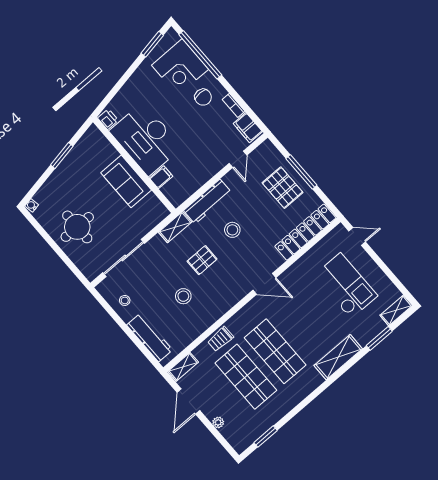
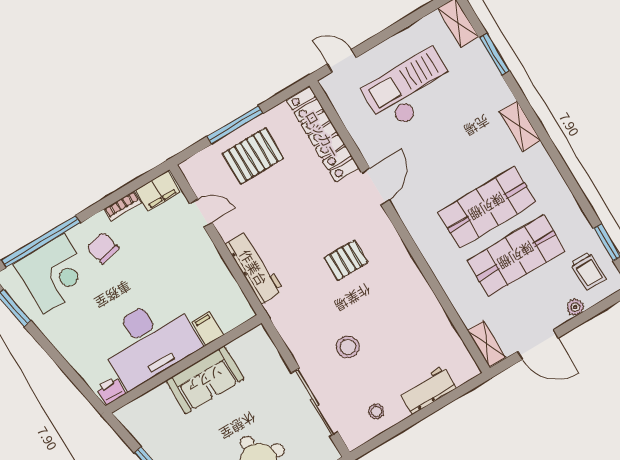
chair: (203, 97) -> (103, 248), turned -104
shelving: (175, 227) -> (283, 321), removed
stool: (232, 230) -> (301, 239), removed
door: (357, 236) -> (342, 61), hinge flipped
pallet: (202, 260) -> (346, 260), moved, turned 90
door: (264, 284) -> (375, 186), moved
stool: (183, 296) -> (348, 347), moved
workbench: (150, 338) -> (427, 390), width x0.73
trolley: (220, 339) -> (588, 271), moved
shelving: (338, 357) -> (520, 126), width x0.67, depth x0.75

